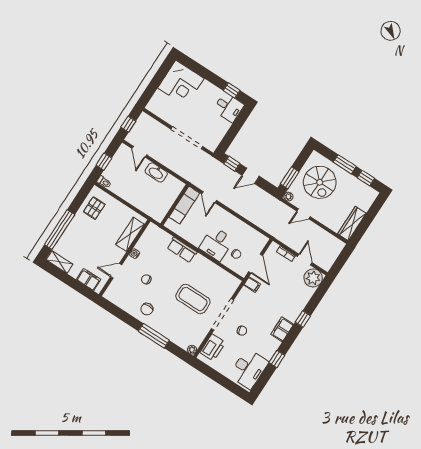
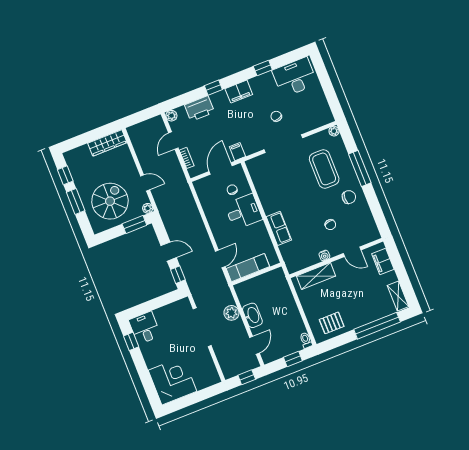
plant: (173, 163) -> (231, 313), added
plant: (313, 278) -> (171, 116), width x0.53, depth x0.53
coffee table: (193, 299) -> (324, 169), moved
printer: (213, 348) -> (199, 109), moved, turned 180

